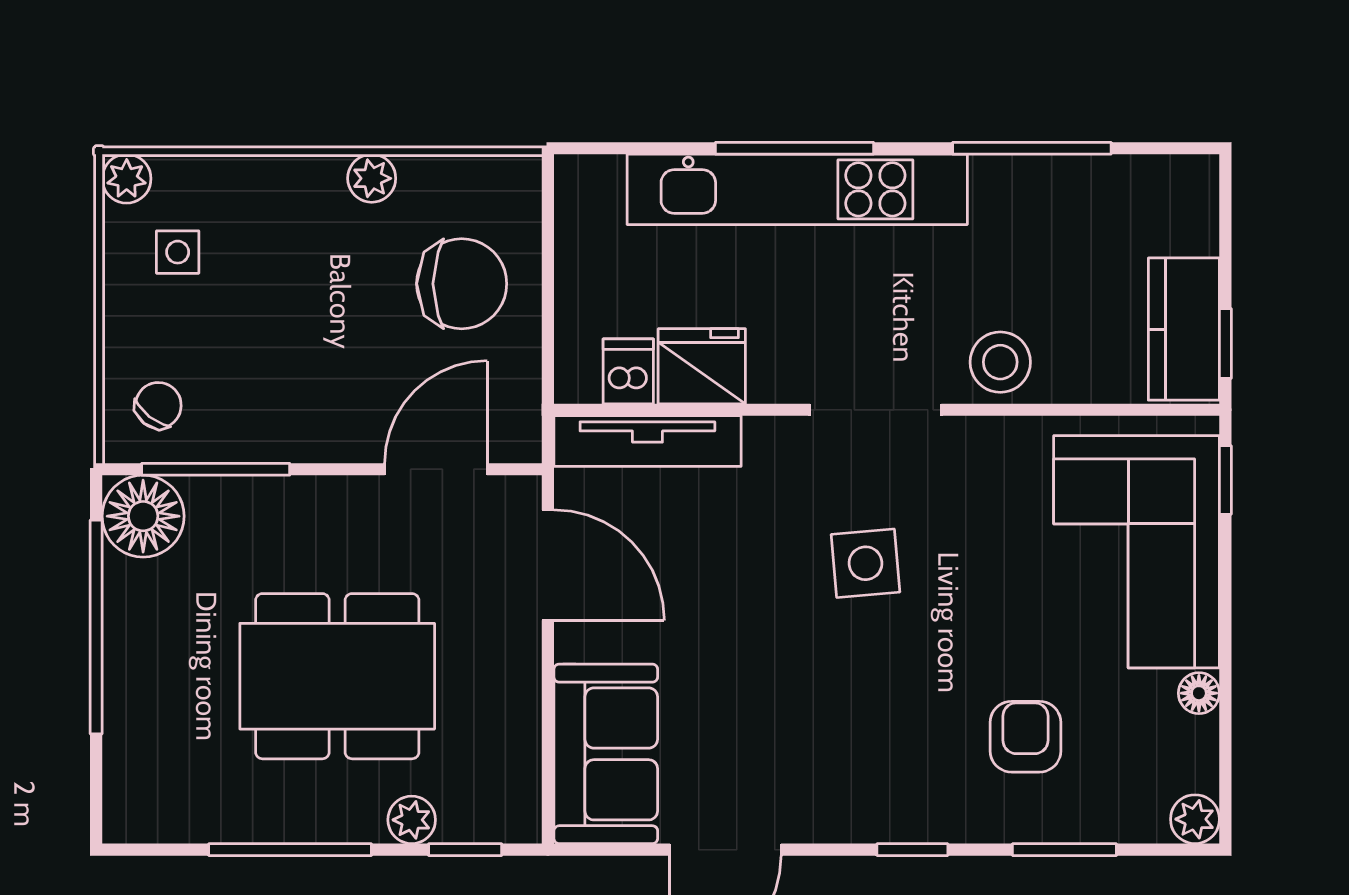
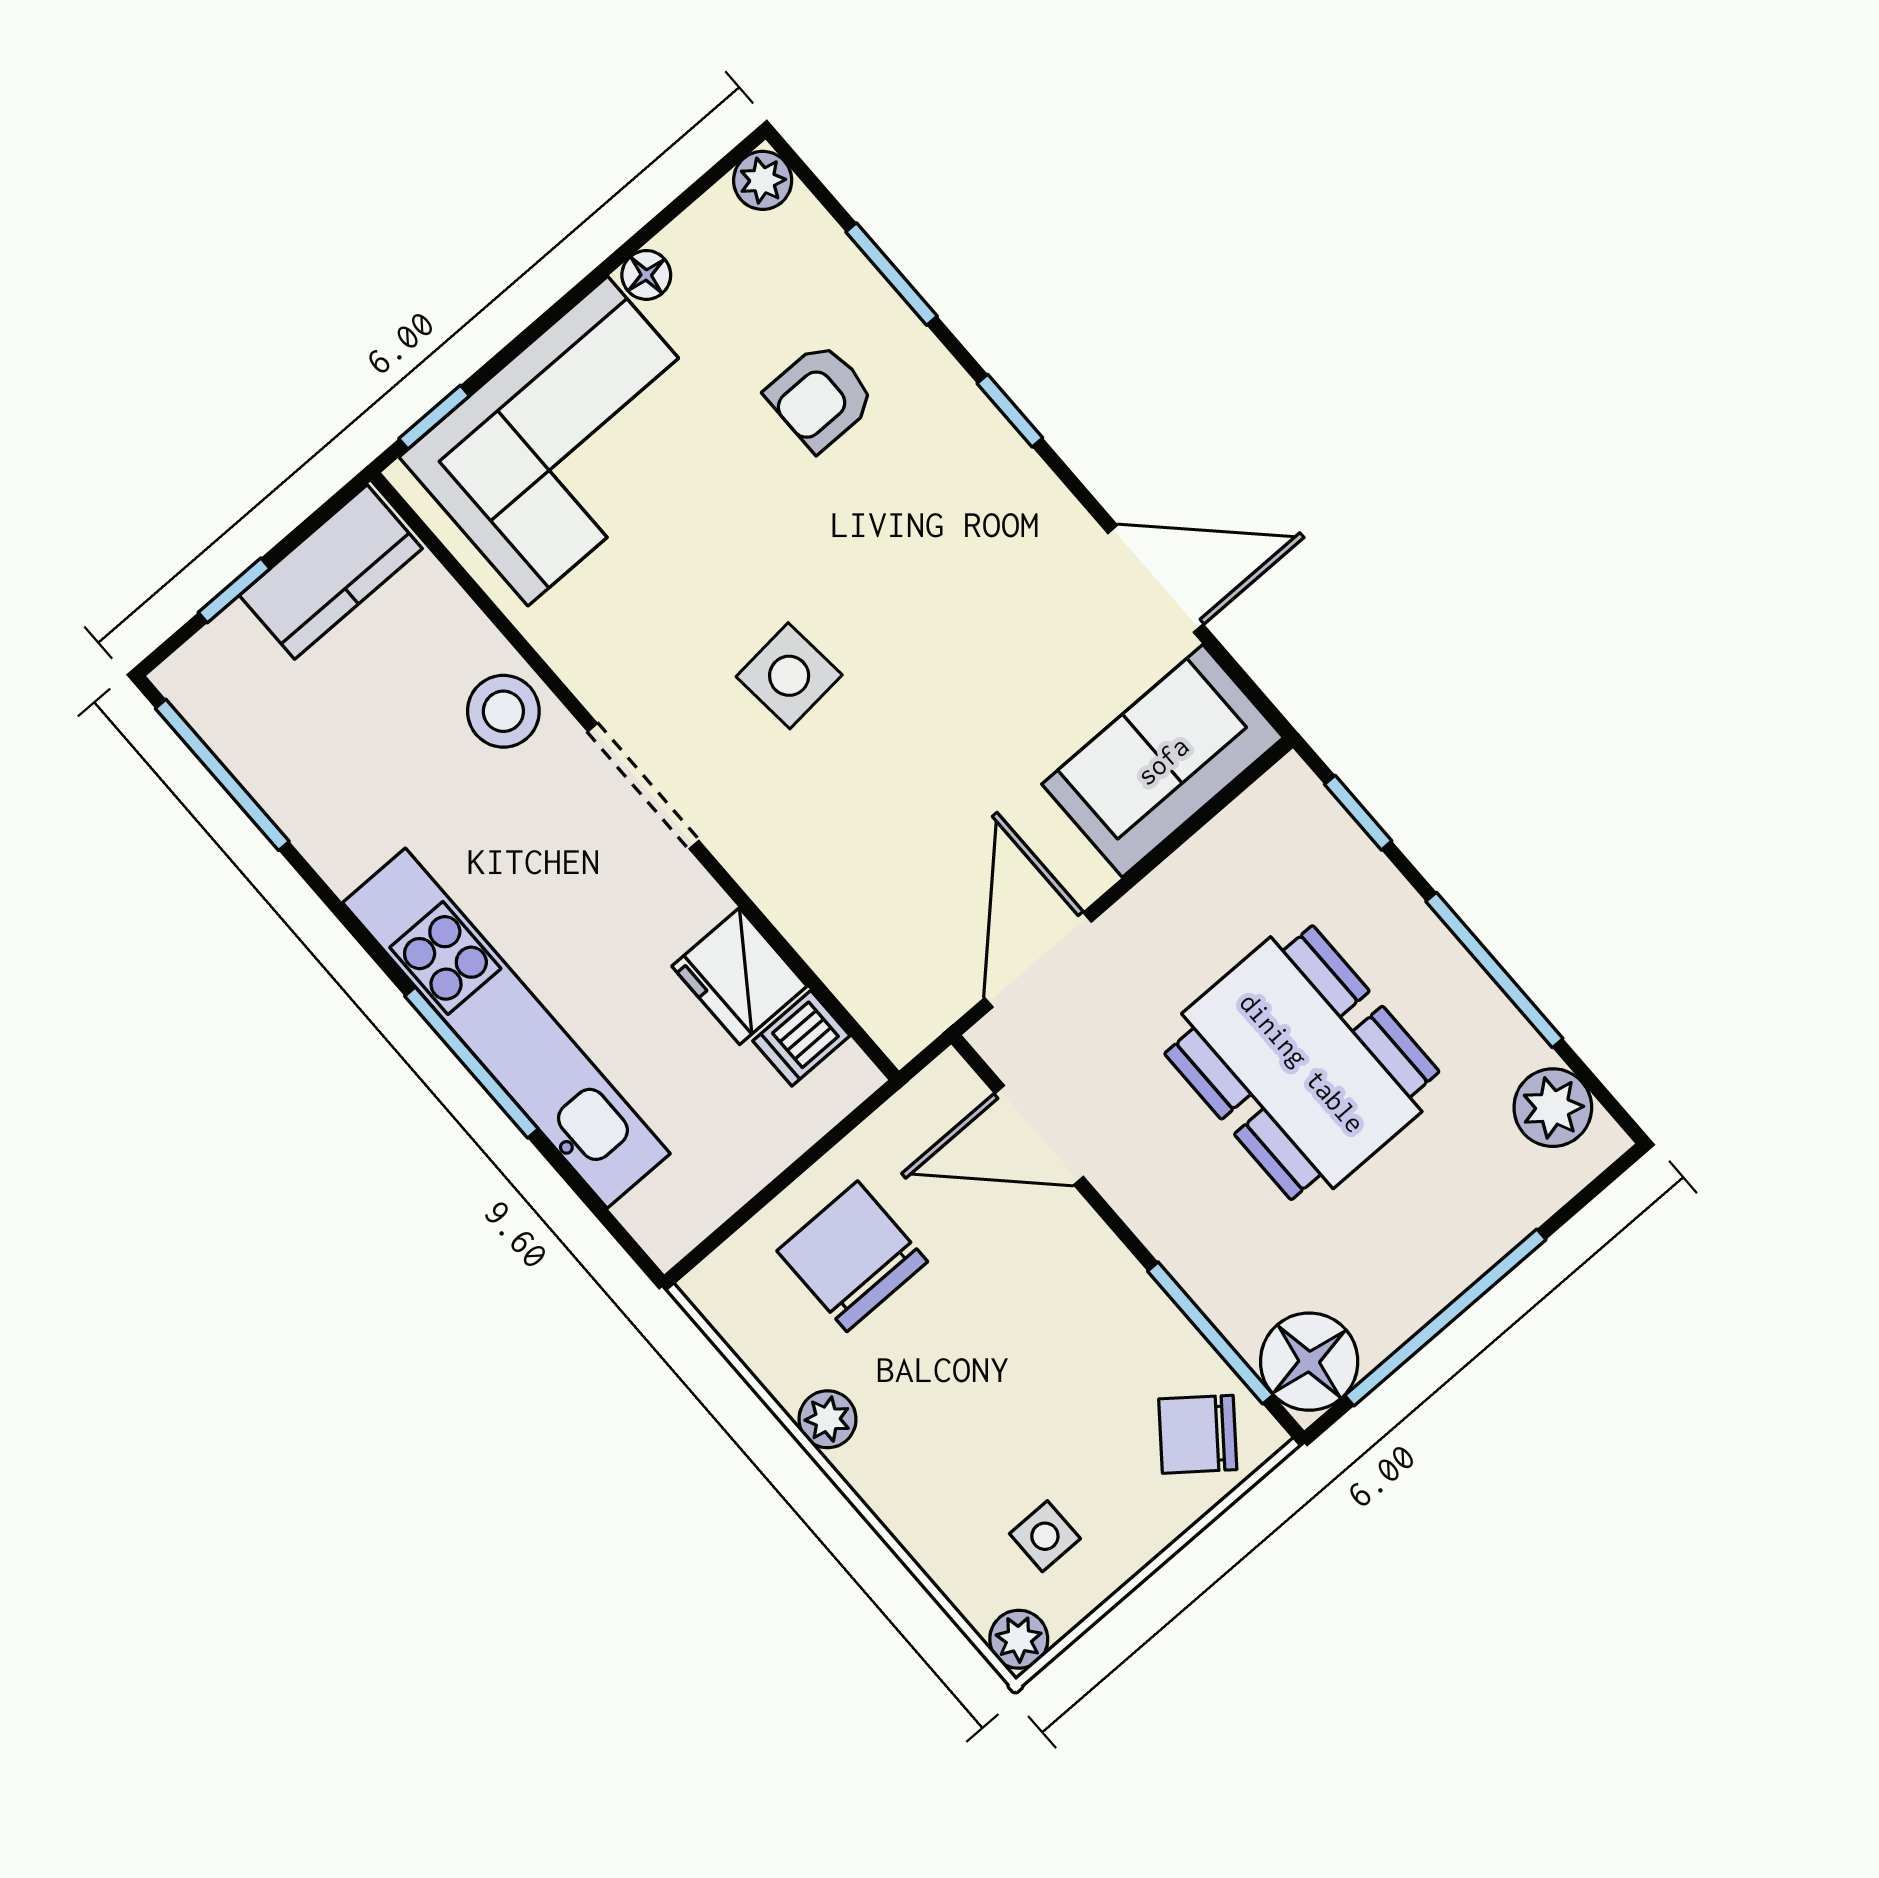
window: (1032, 148) -> (222, 775), moved
window: (1225, 344) -> (234, 590), moved
chair: (158, 405) -> (1198, 1434), width x1.37, depth x1.37
tv unit: (647, 441) -> (849, 967), removed
plant: (412, 820) -> (1553, 1108), moved, width x1.38, depth x1.38

